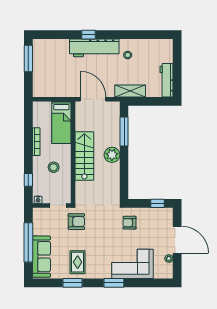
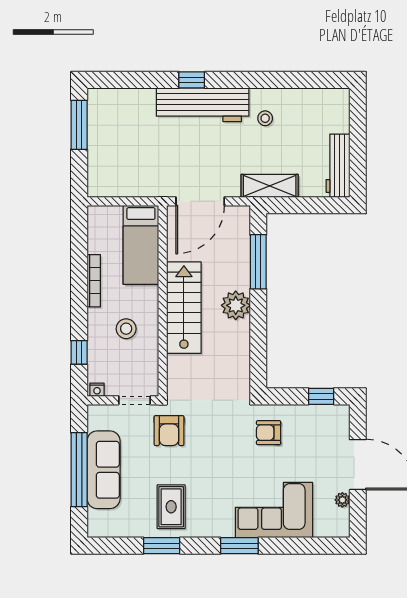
door: (93, 99) -> (200, 201), swing flipped
armchair: (76, 222) -> (169, 431), turned 90
sofa: (42, 257) -> (104, 470), moved

